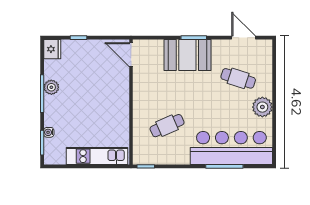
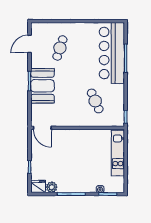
door: (131, 55) -> (42, 128), hinge flipped
plant: (51, 87) -> (52, 187), moved
plant: (262, 107) -> (81, 30), removed

